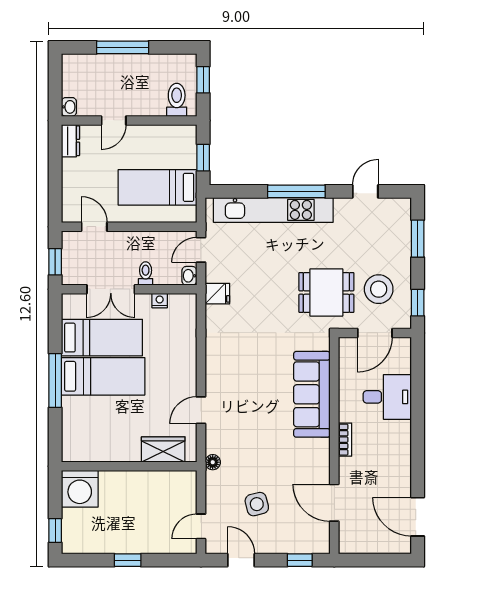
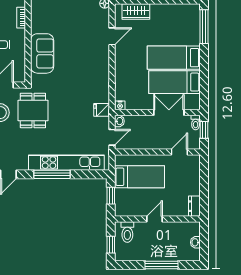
washbasin: (69, 107) -> (195, 242), moved
door: (114, 120) -> (154, 219), moved
door: (94, 227) -> (179, 152), swing flipped
toilet: (146, 273) -> (196, 123), moved
dining table: (326, 293) -> (33, 110), turned 90
nightstand: (160, 301) -> (120, 105), moved
window: (55, 380) -> (204, 27), moved
sofa: (312, 394) -> (42, 53), width x0.73

